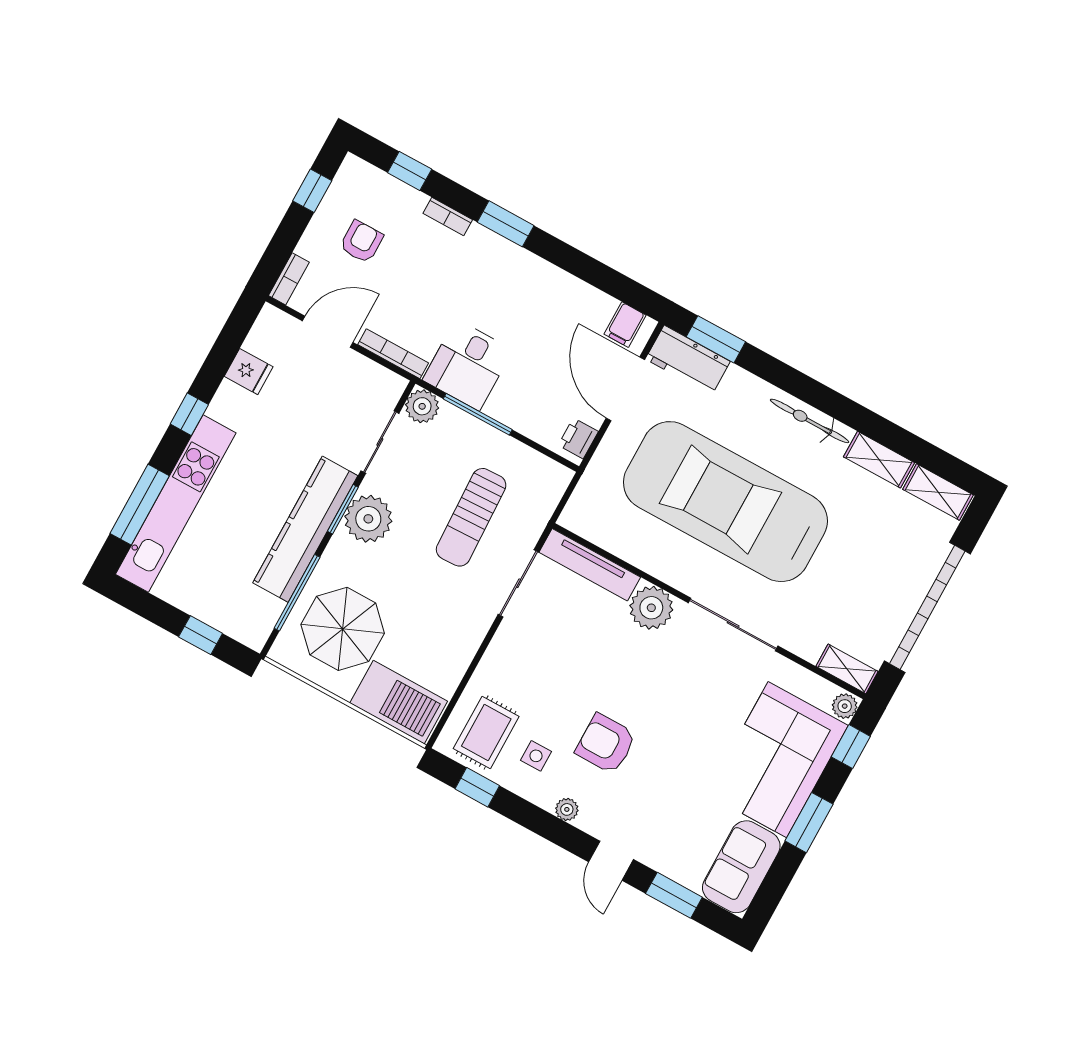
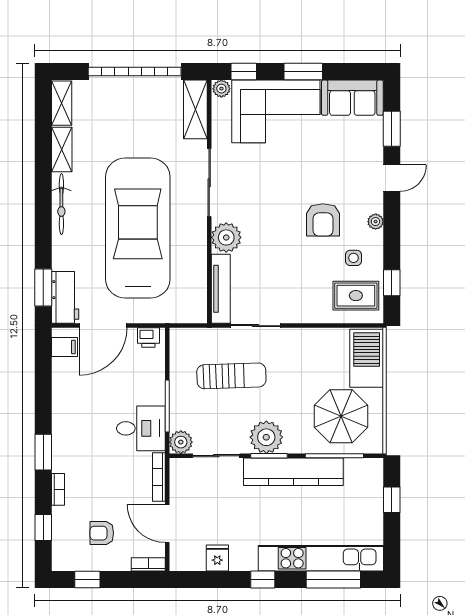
car: (725, 502) -> (138, 228), turned 180
shelving: (847, 669) -> (195, 109), width x1.50, depth x1.33

